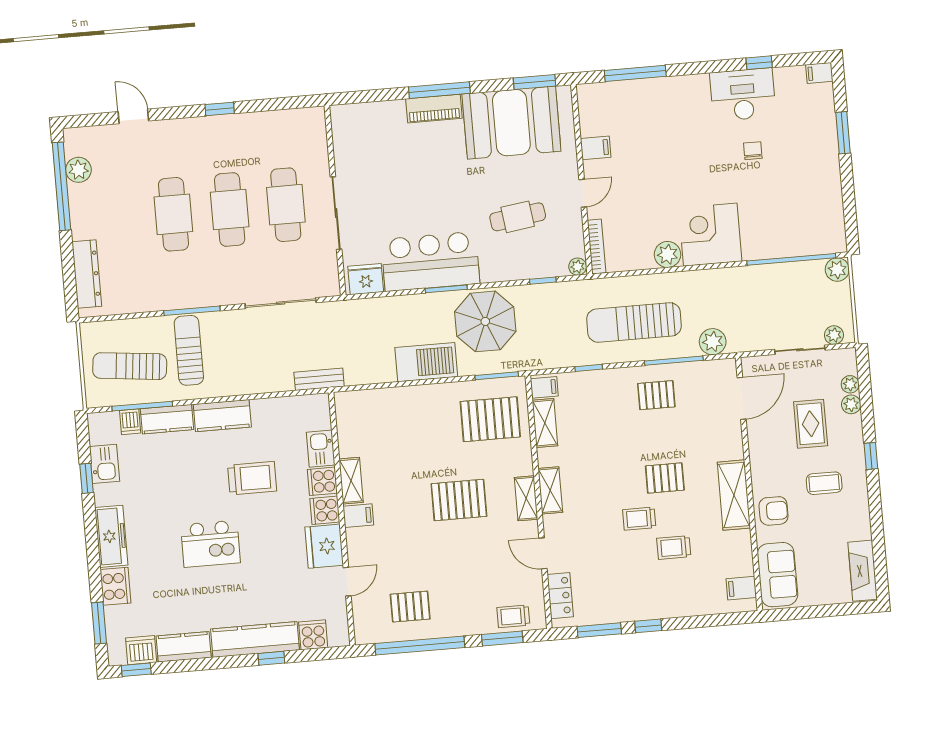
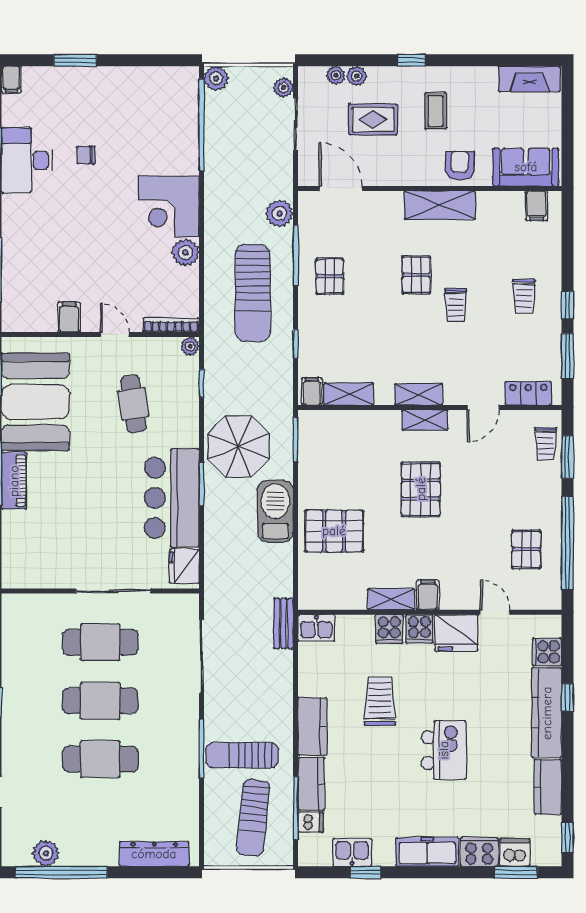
pallet: (490, 419) -> (334, 531), moved, turned 90
kitchen sink: (321, 449) -> (316, 628), moved
trolley: (674, 548) -> (524, 296), moved
dishwasher: (141, 650) -> (515, 852), moved, turned 90

